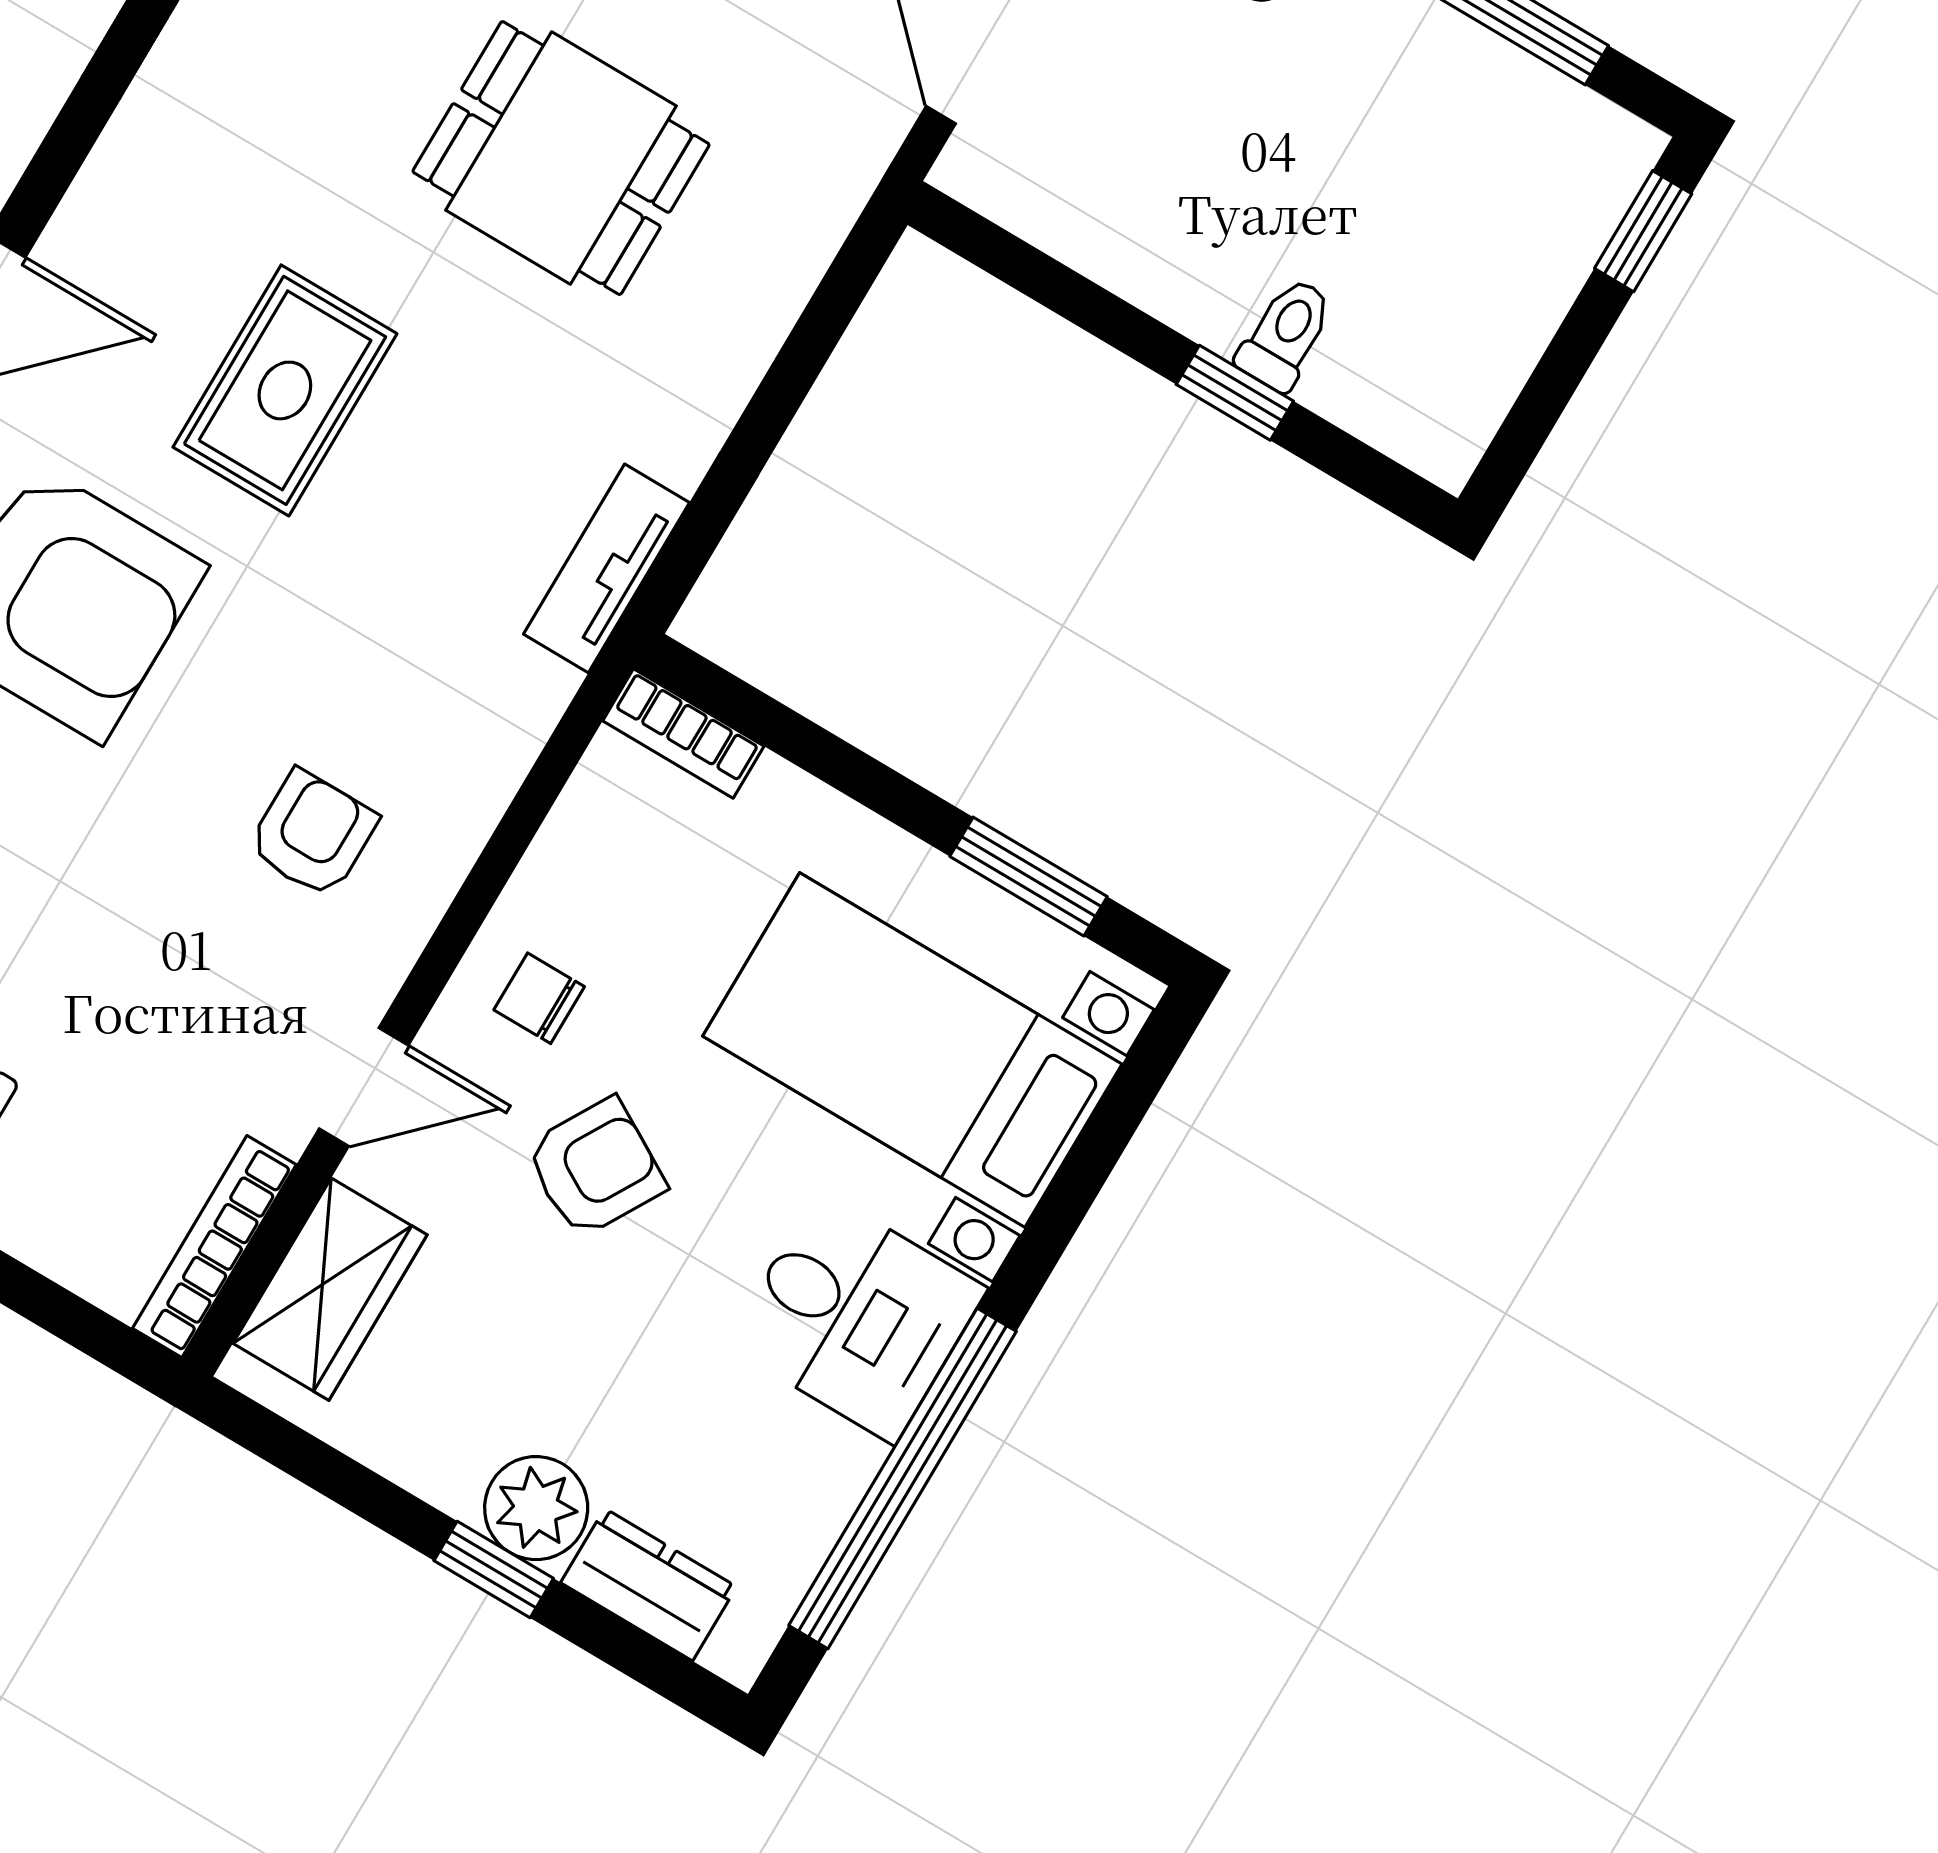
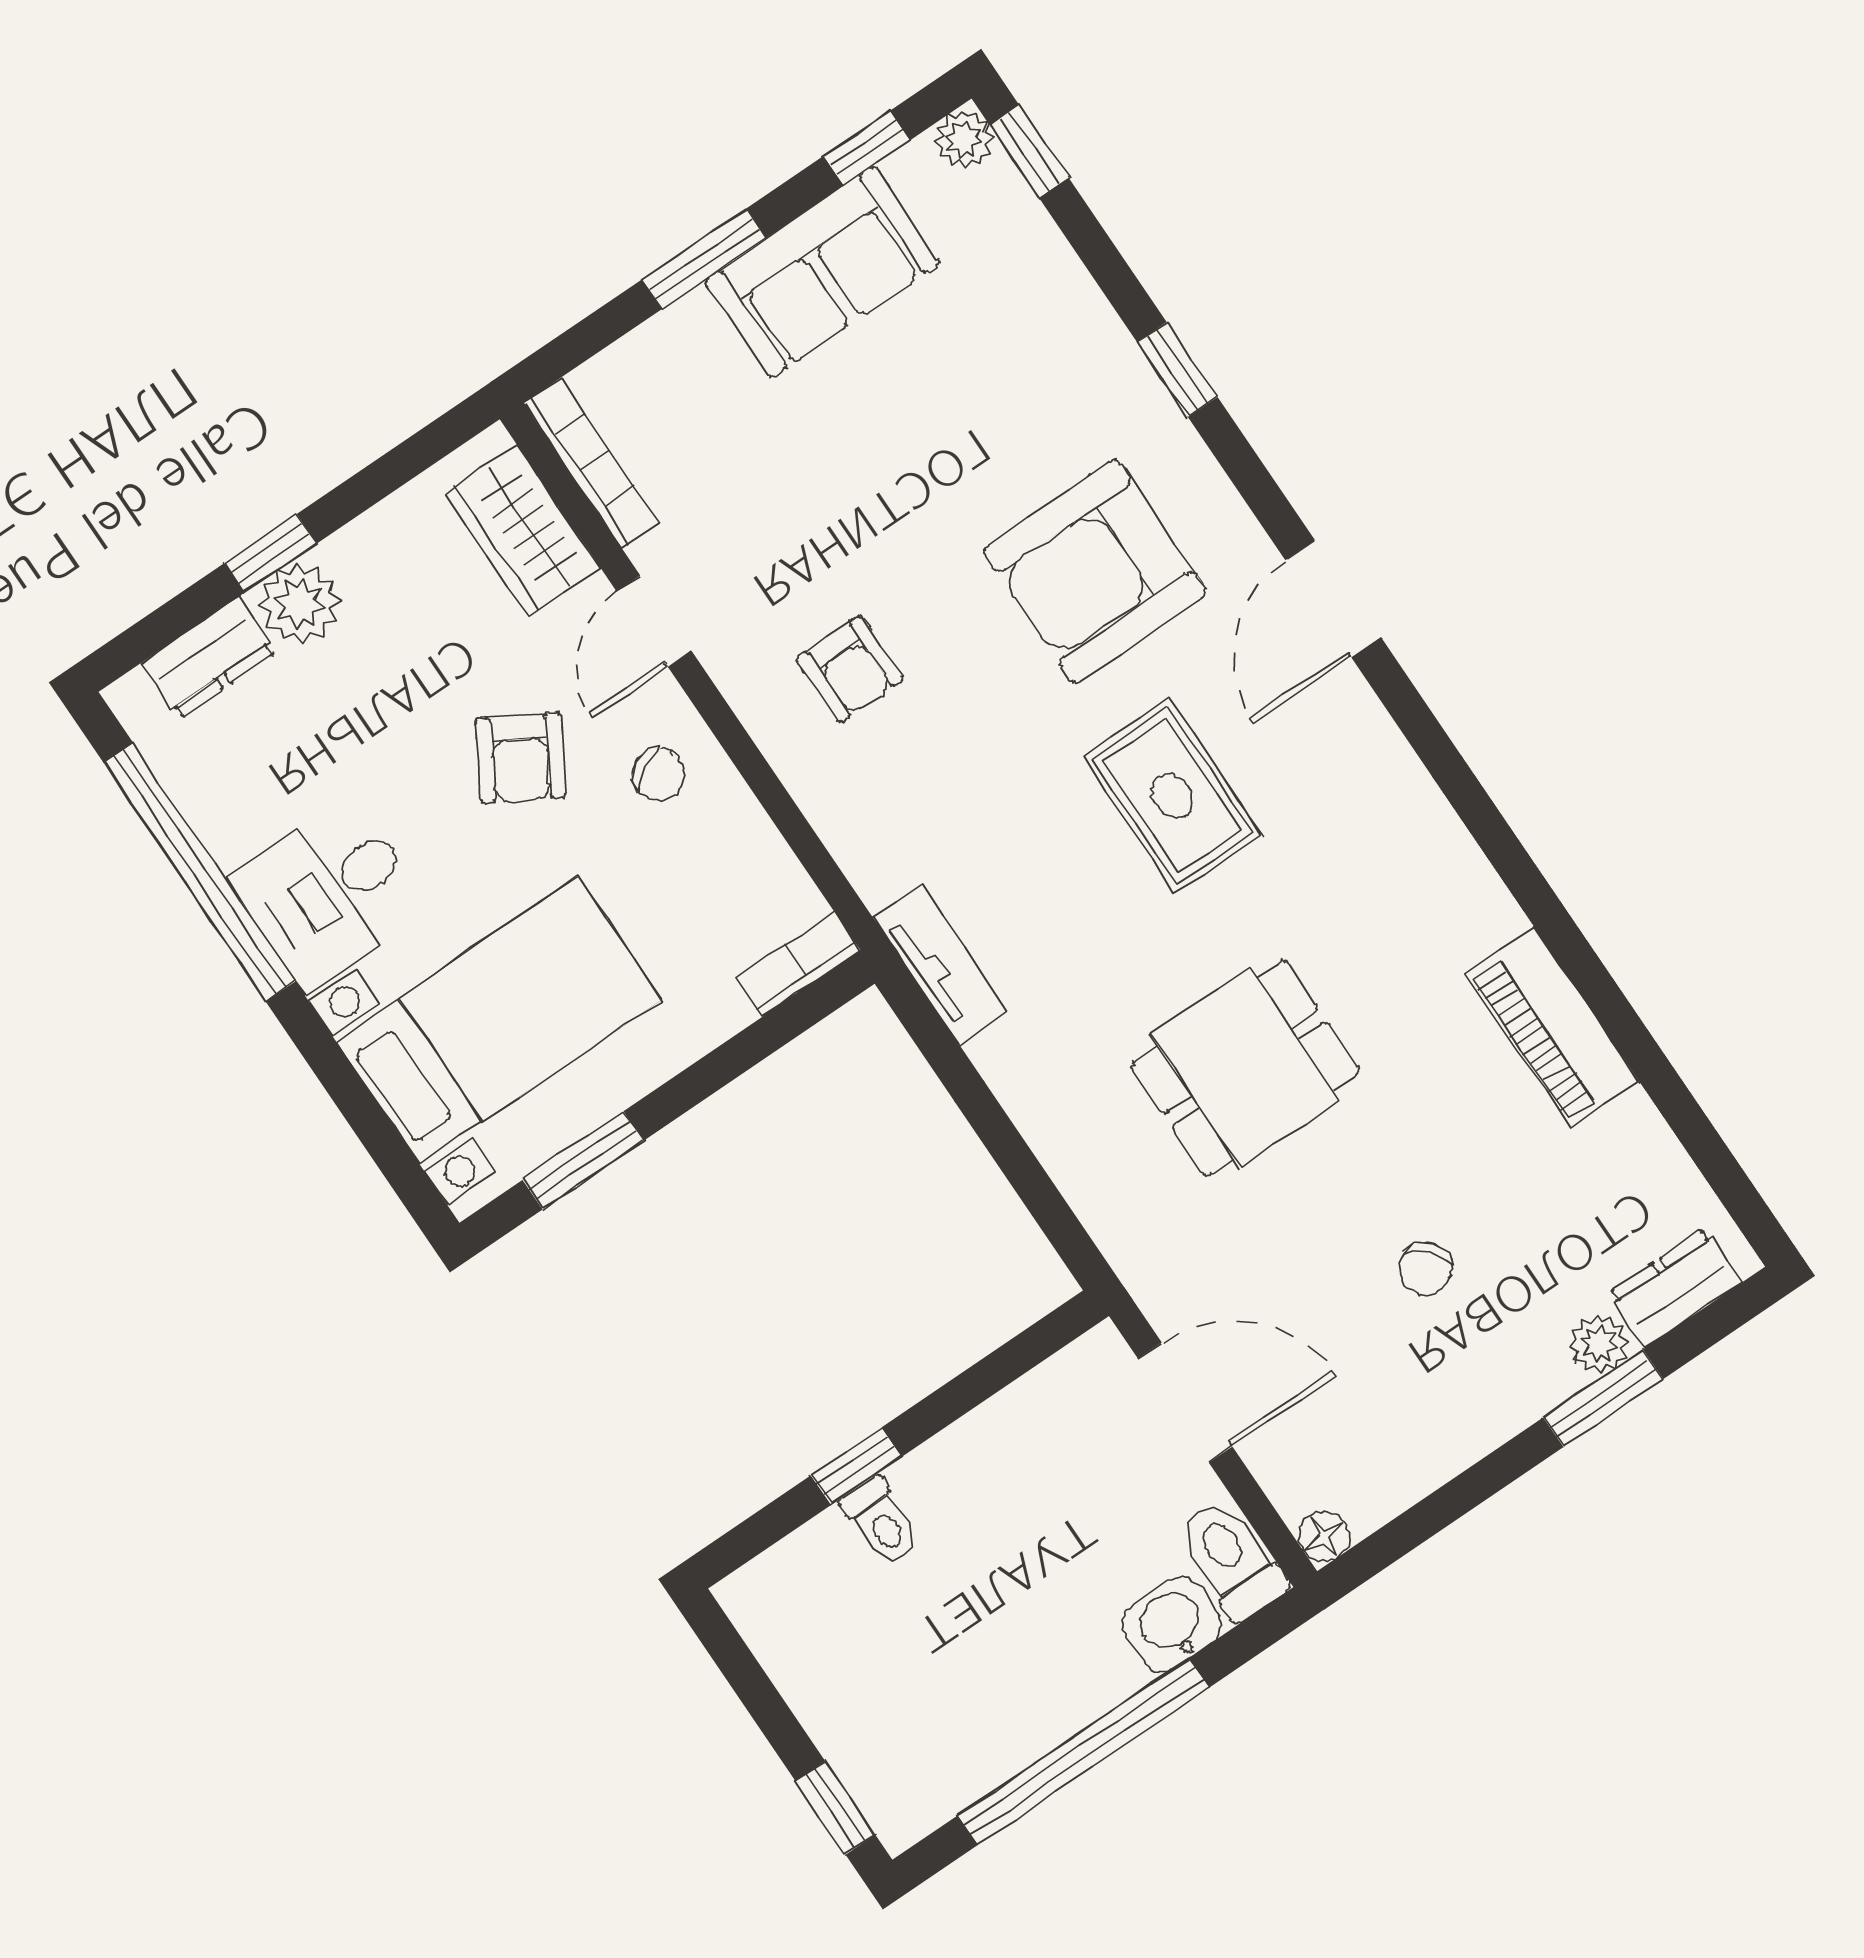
chair: (539, 998) -> (659, 774), turned 63

